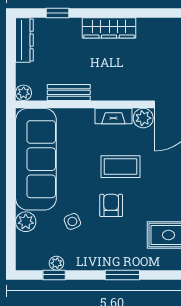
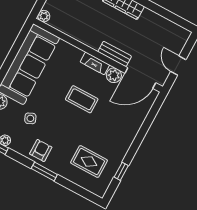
bench: (69, 92) -> (115, 54), moved
armchair: (111, 205) -> (41, 150), moved

